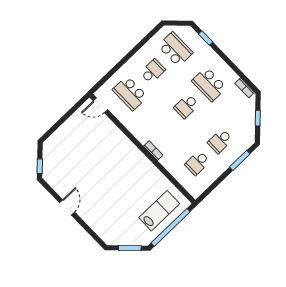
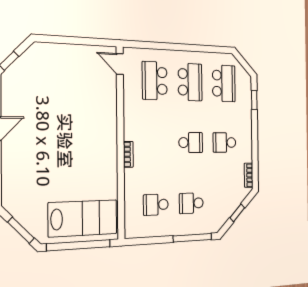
school desk: (153, 71) -> (190, 82), width x1.85
school desk: (209, 84) -> (224, 142), width x0.54
school desk: (186, 106) -> (191, 143), turned 180
window: (240, 160) -> (192, 238), width x1.44
lab bench: (159, 211) -> (83, 218), width x1.36, depth x1.39

